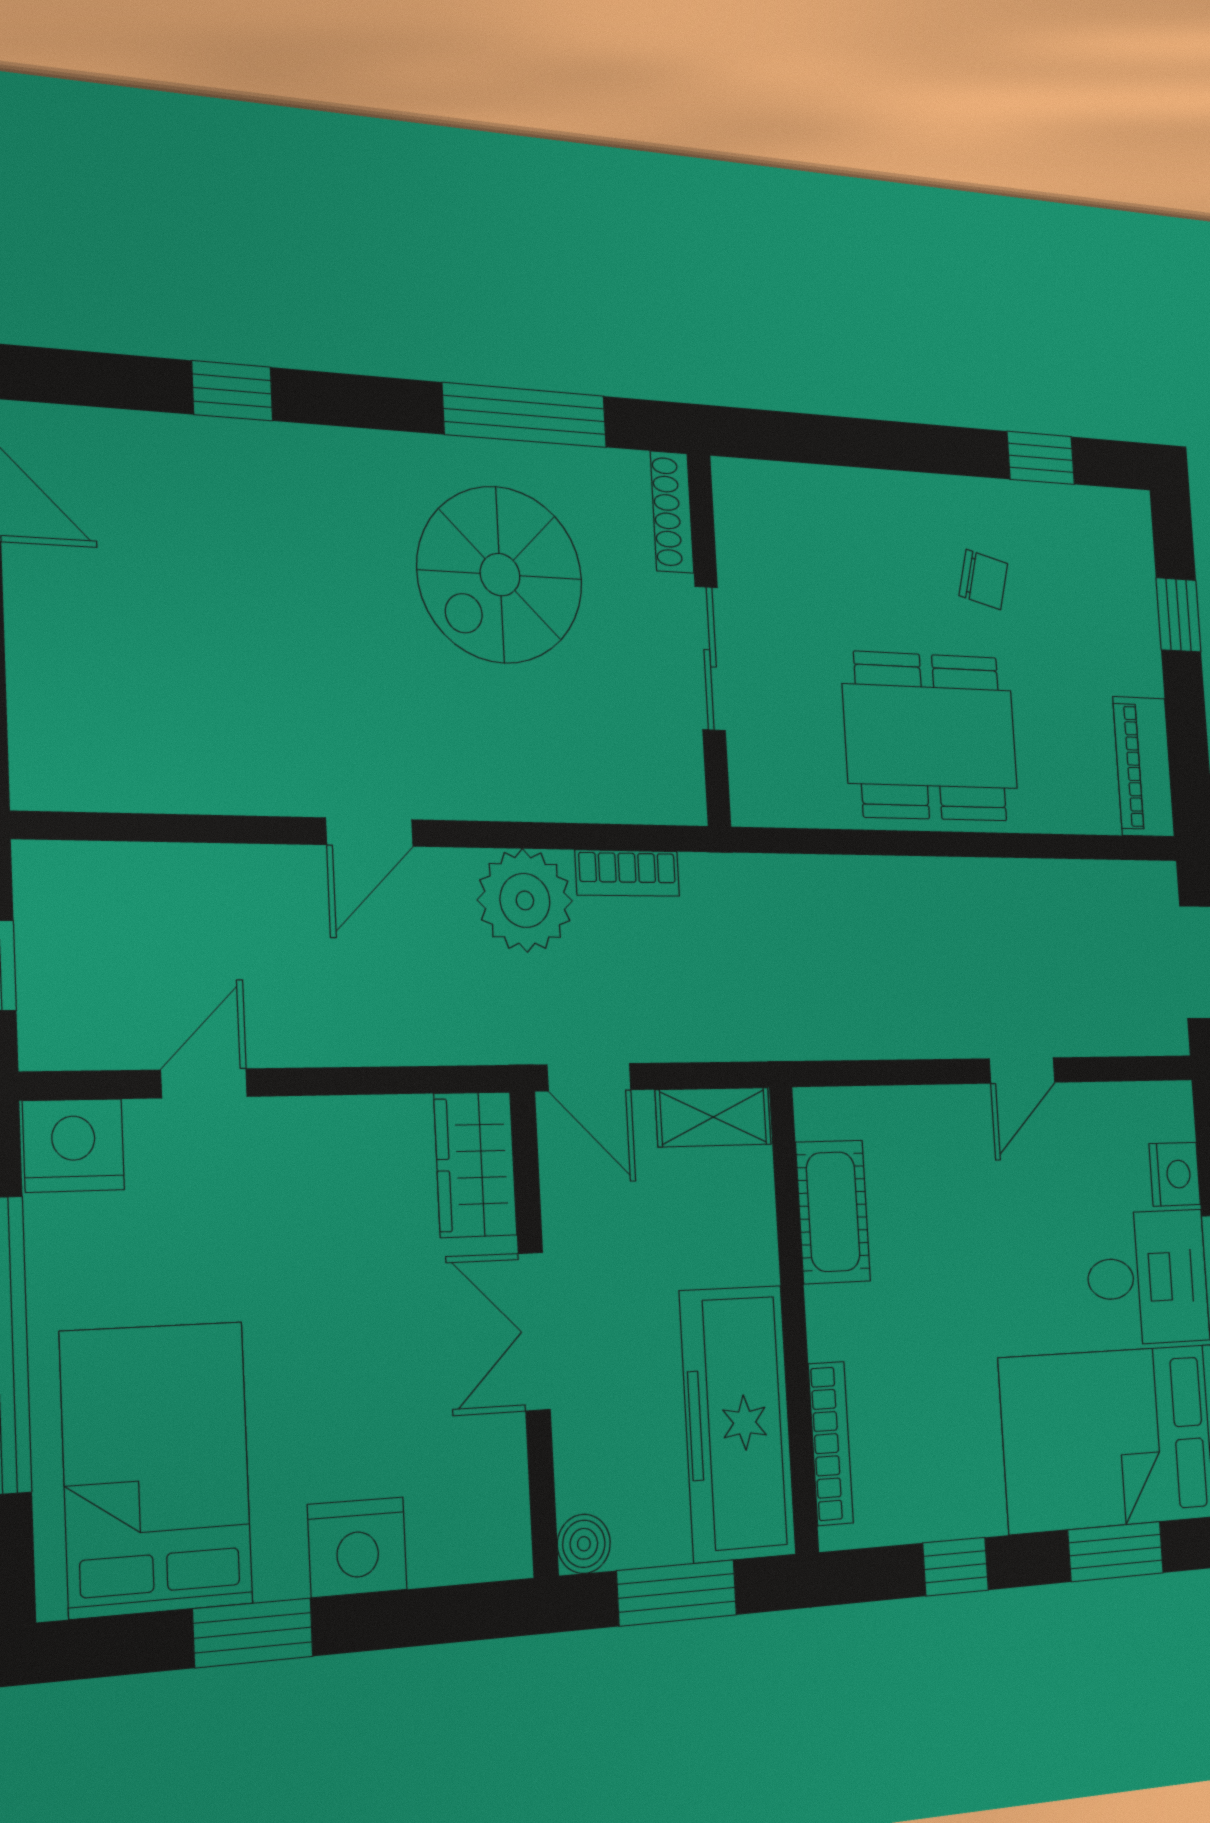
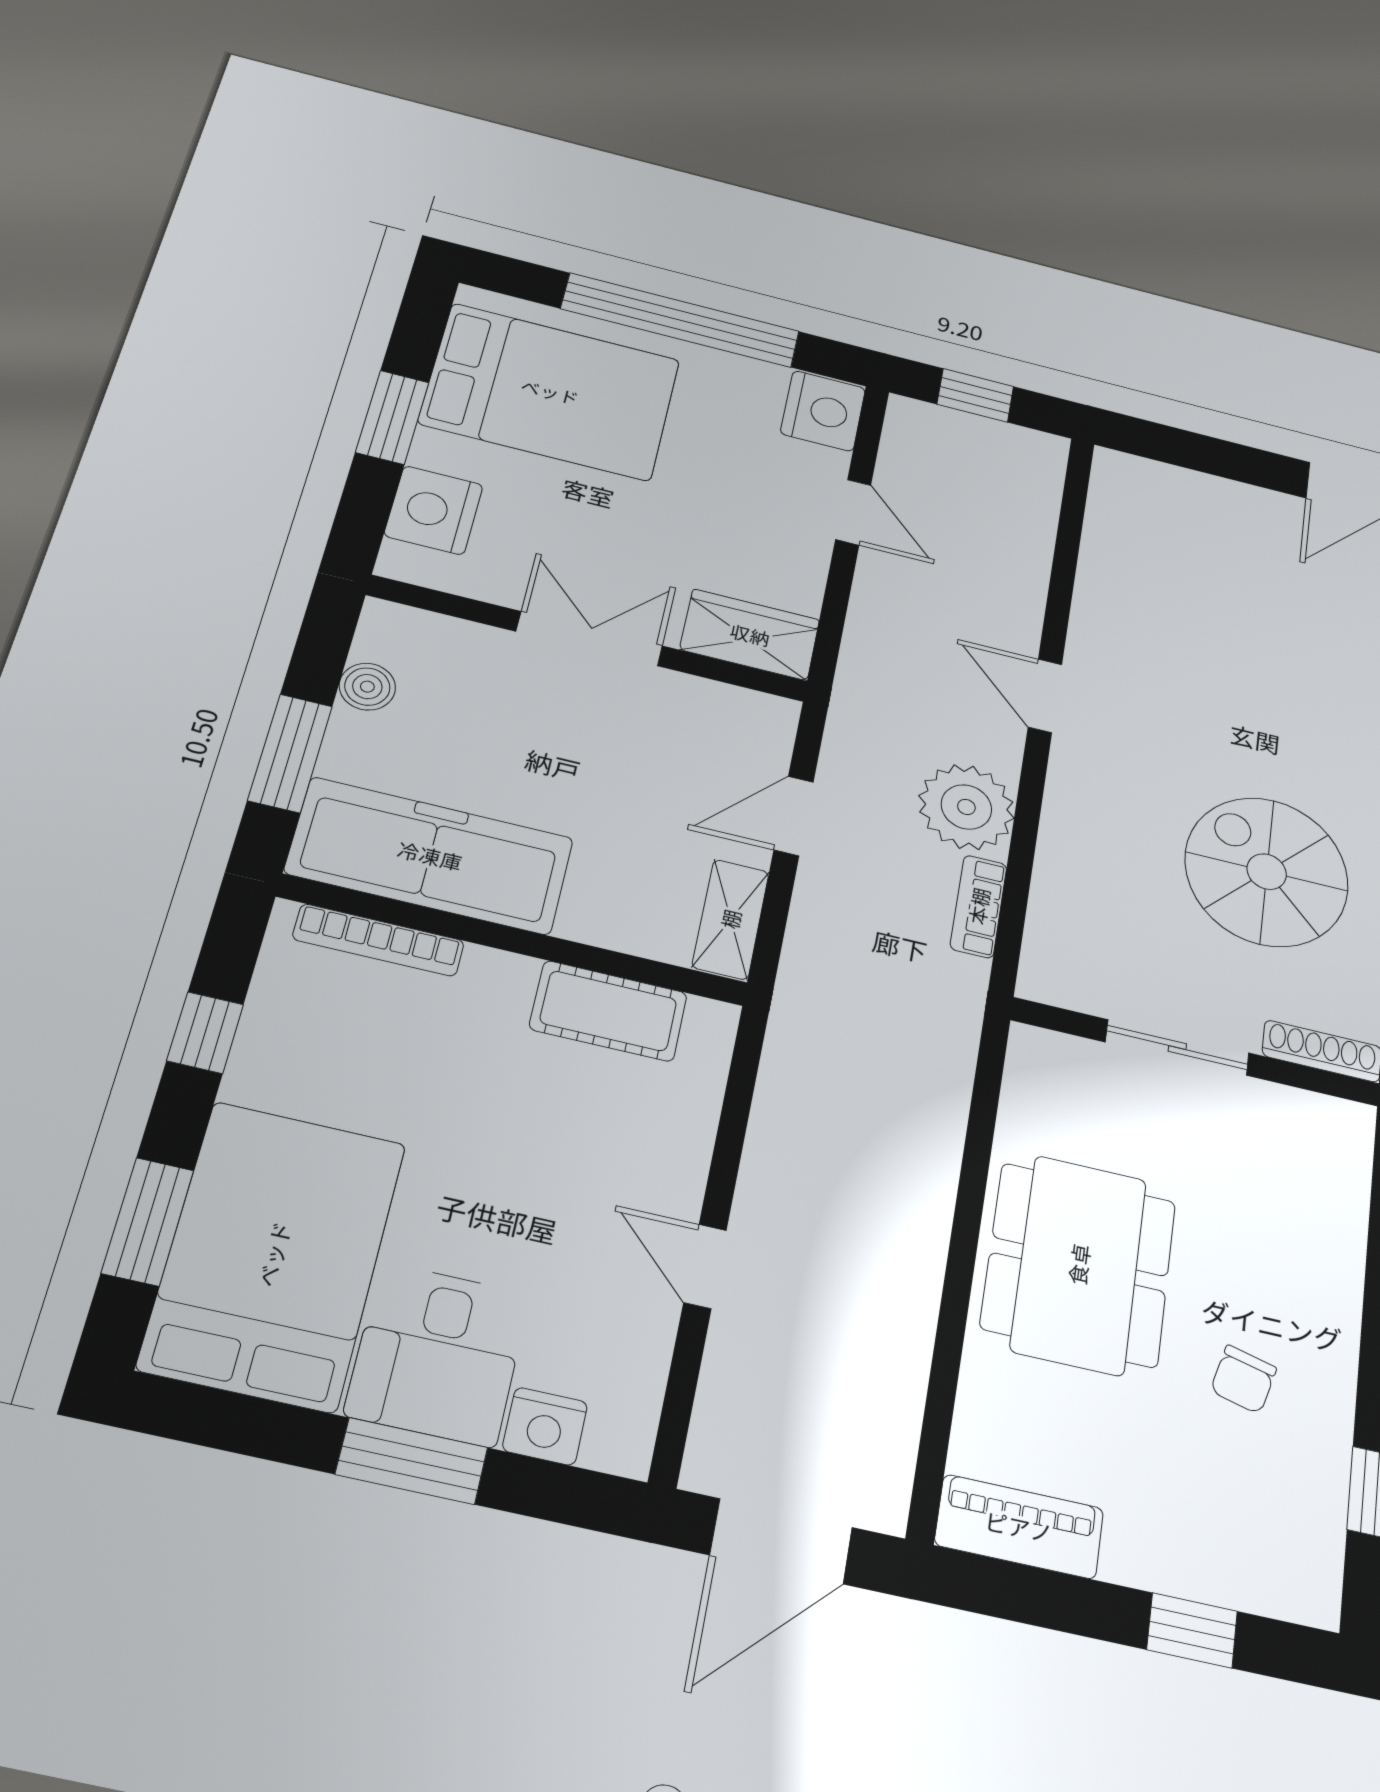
wardrobe: (475, 1164) -> (750, 635), moved
double door: (534, 1331) -> (589, 639), moved
wall: (534, 1332) -> (588, 638), moved

